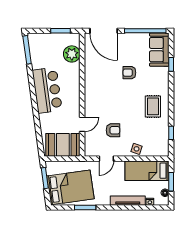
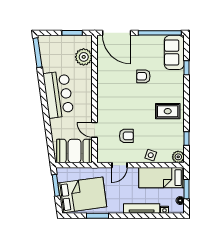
rug: (153, 106) -> (168, 111), turned 90
door: (82, 124) -> (95, 130), swing flipped
plant: (163, 151) -> (178, 157), added

